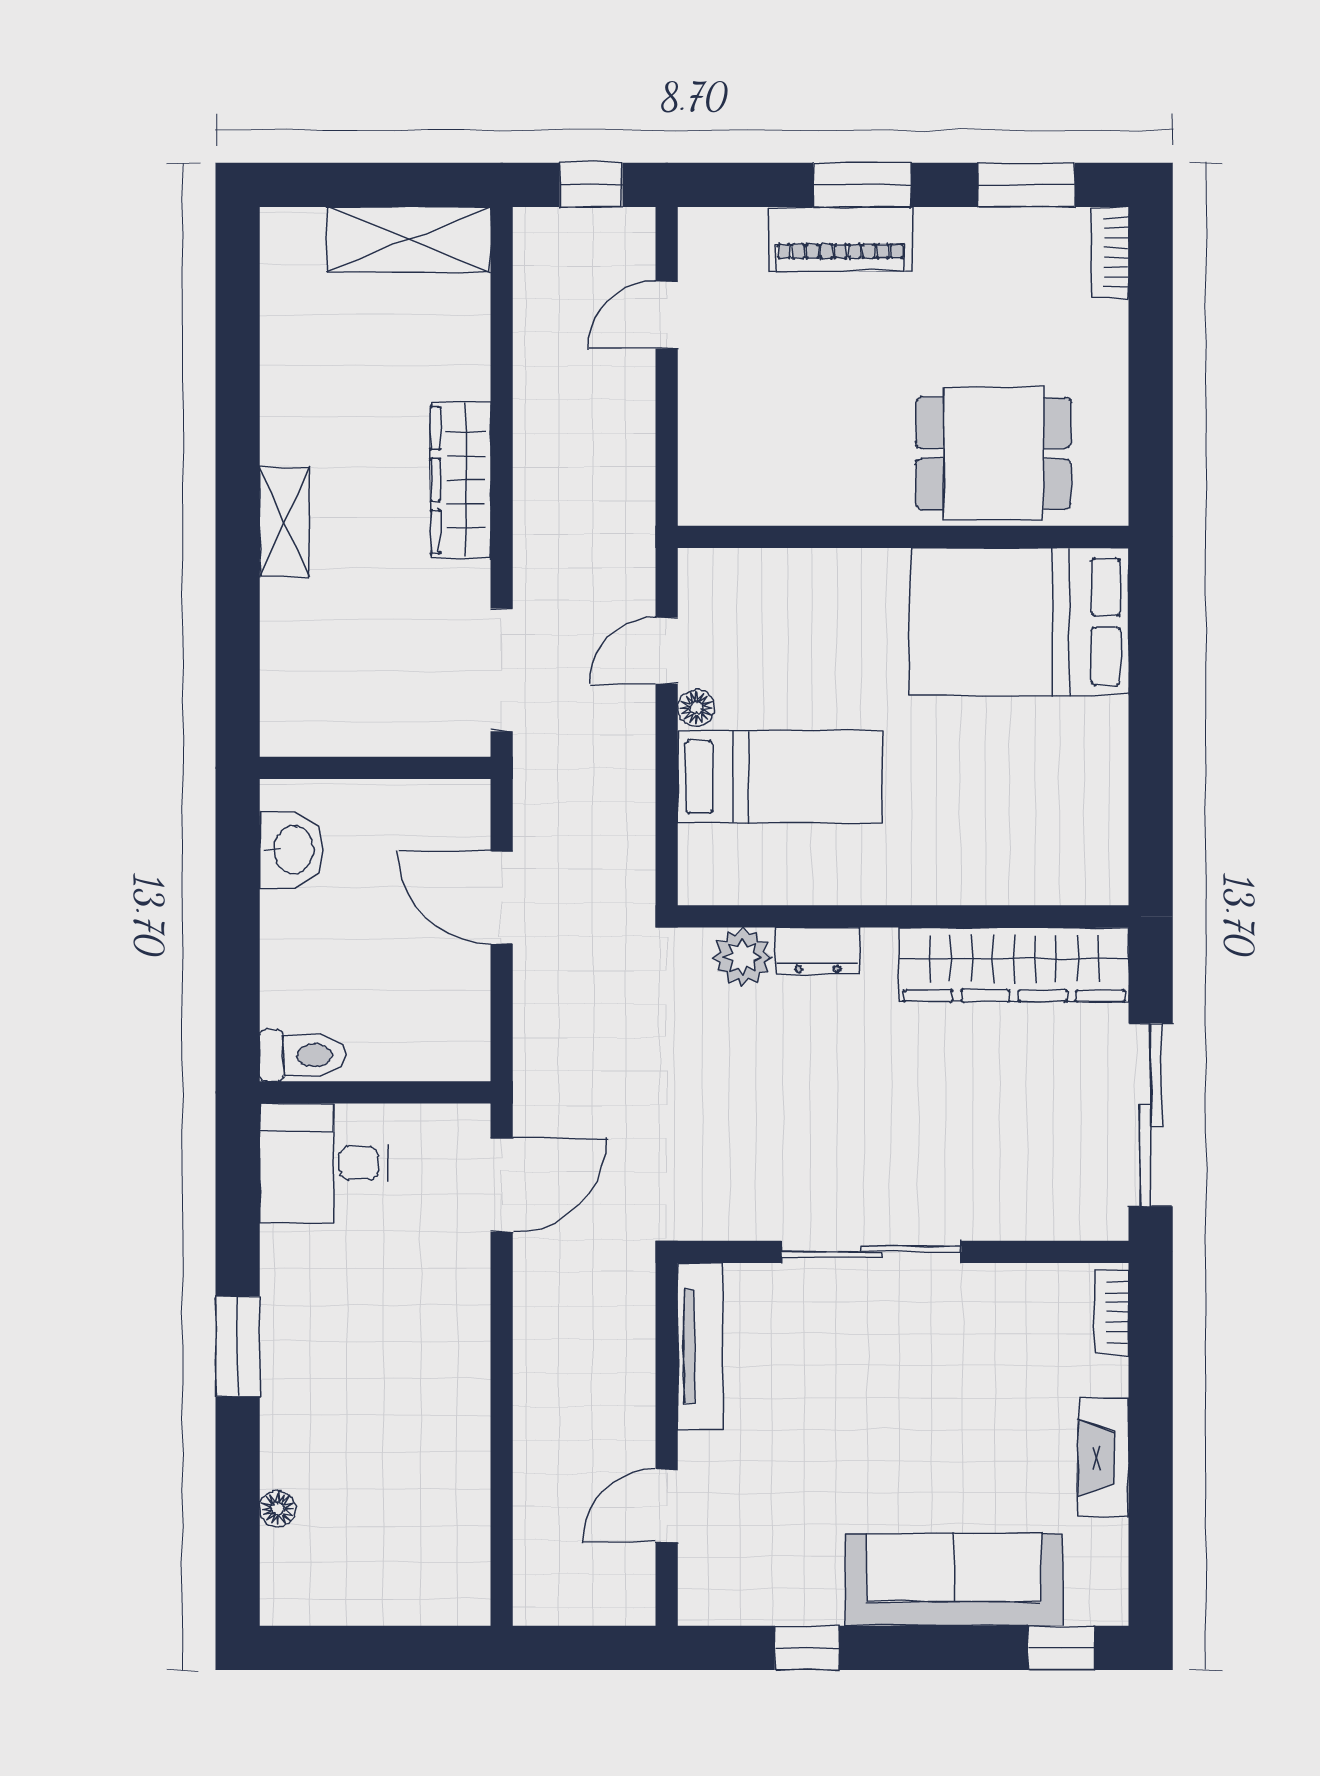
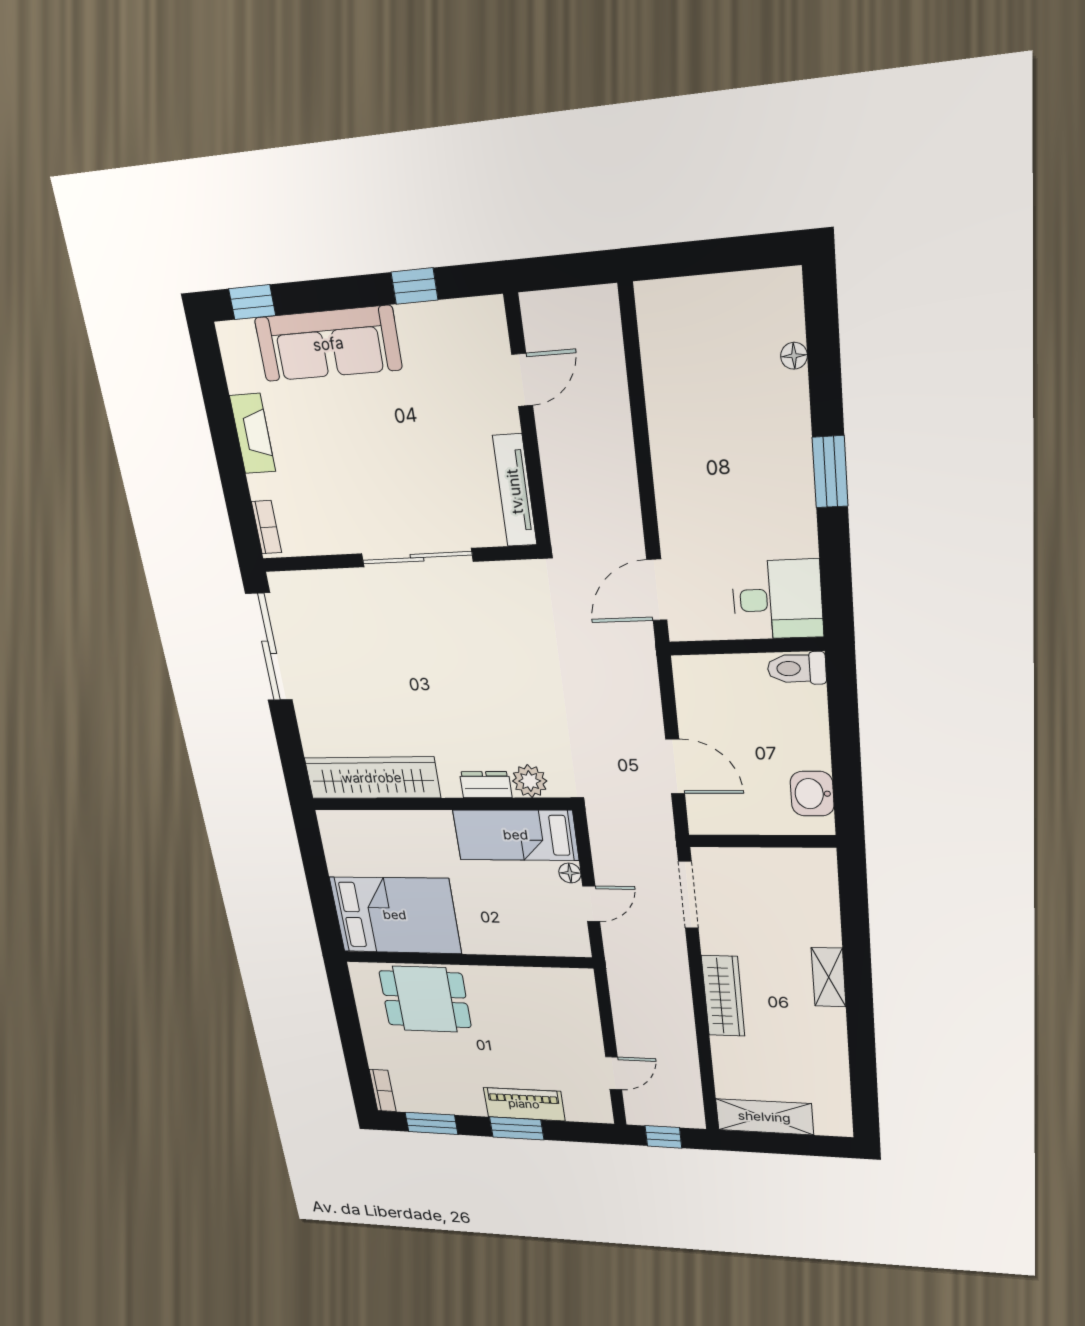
wall: (903, 916) -> (440, 804), moved
dresser: (818, 951) -> (486, 785), moved
plant: (742, 957) -> (530, 781), moved
wardrobe: (1014, 965) -> (372, 778), moved

